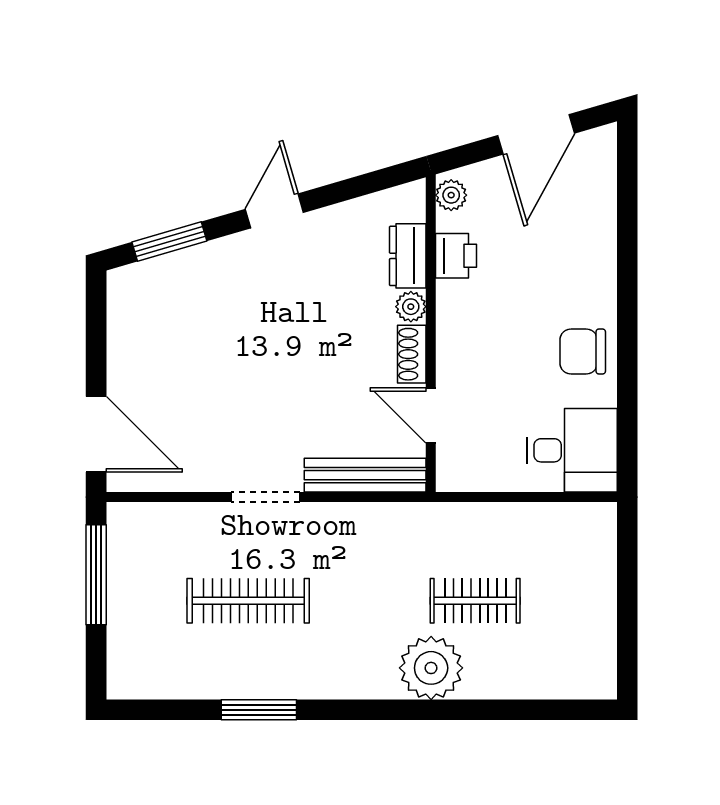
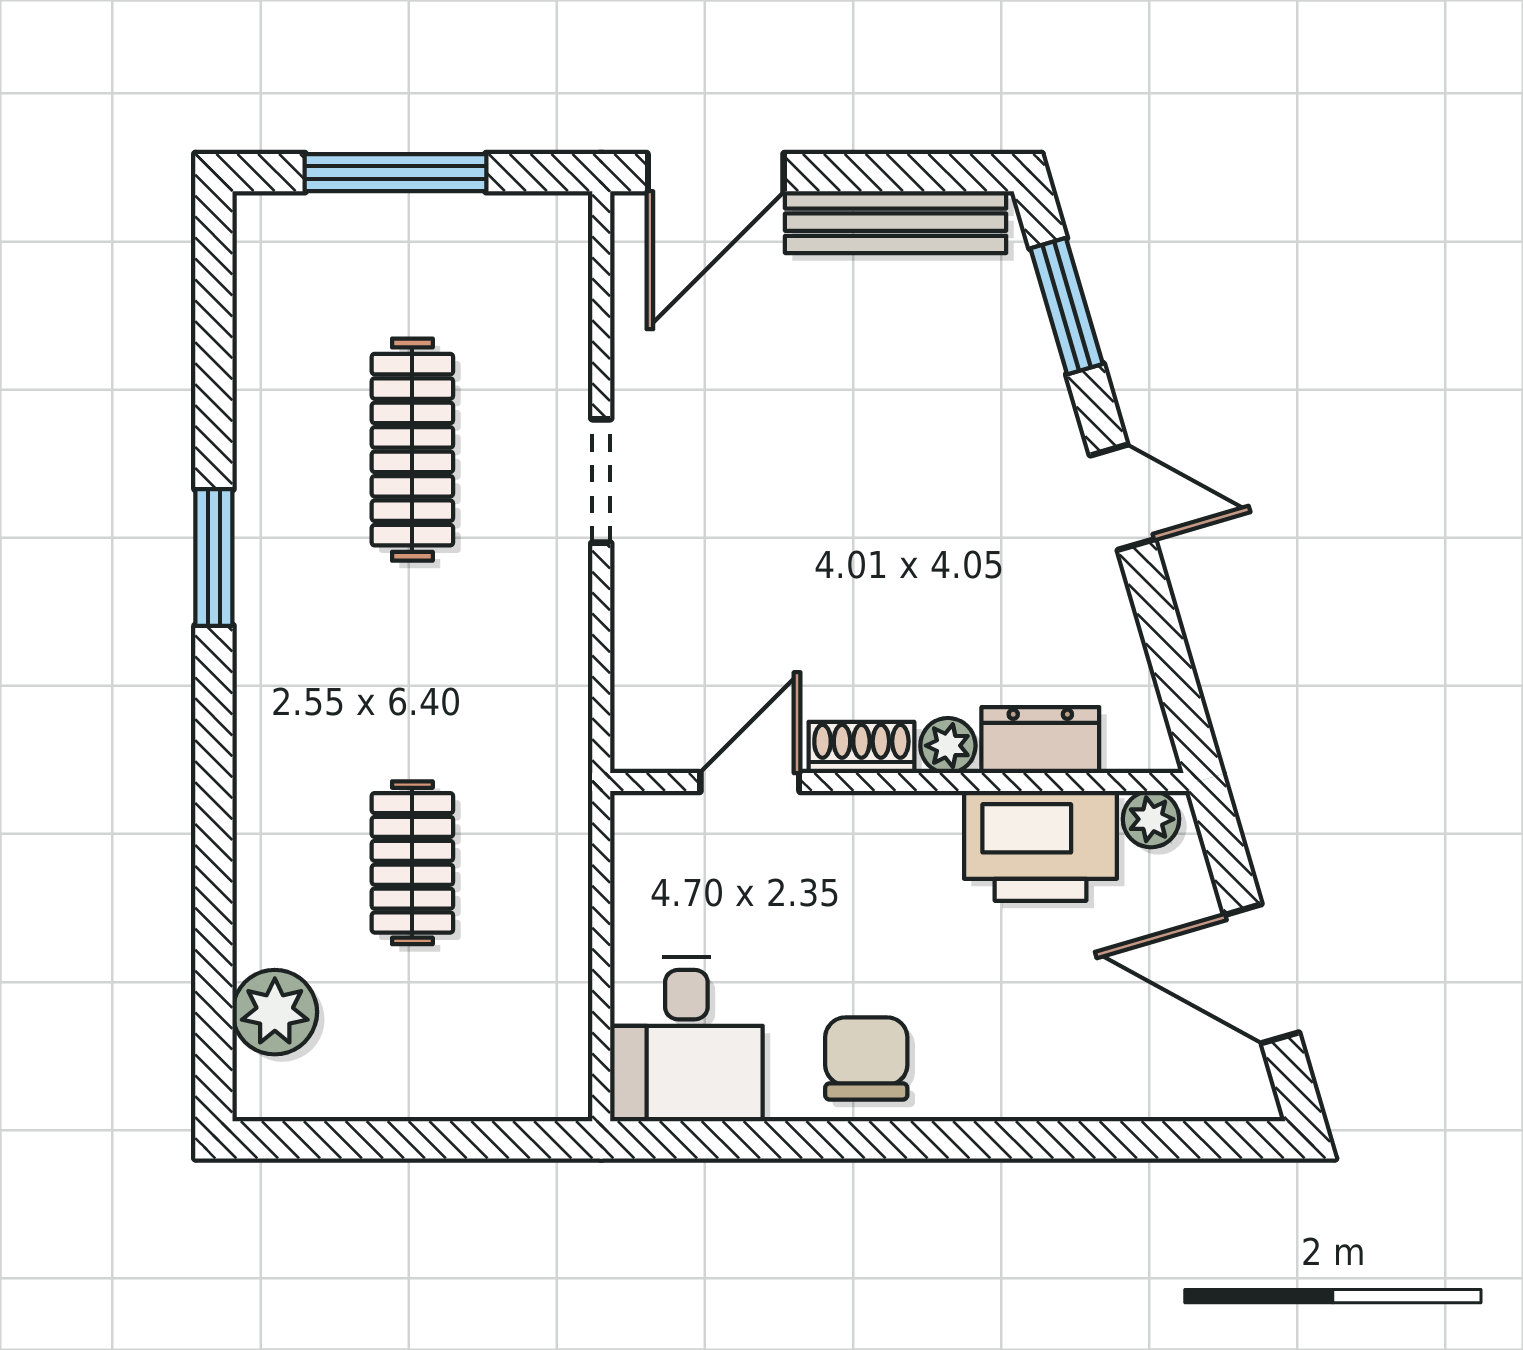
printer: (456, 256) -> (1040, 846), width x1.87, depth x1.48
bench: (365, 475) -> (896, 222), moved, turned 90
window: (96, 575) -> (396, 173), moved
plant: (431, 668) -> (275, 1012), moved, width x0.73, depth x0.73
window: (259, 710) -> (214, 557), moved

